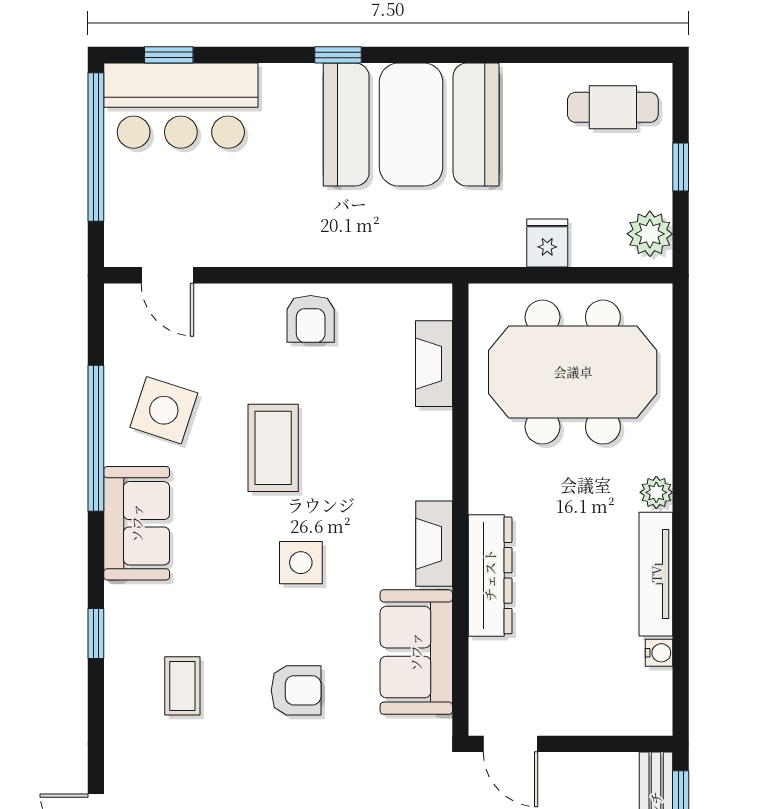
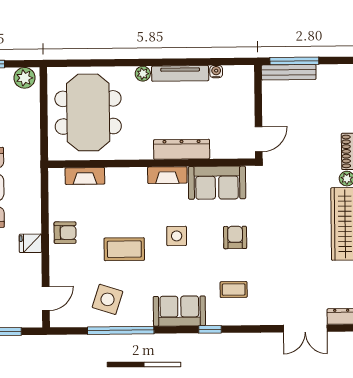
fridge: (547, 243) -> (30, 243), moved
sofa: (137, 523) -> (179, 311), moved

